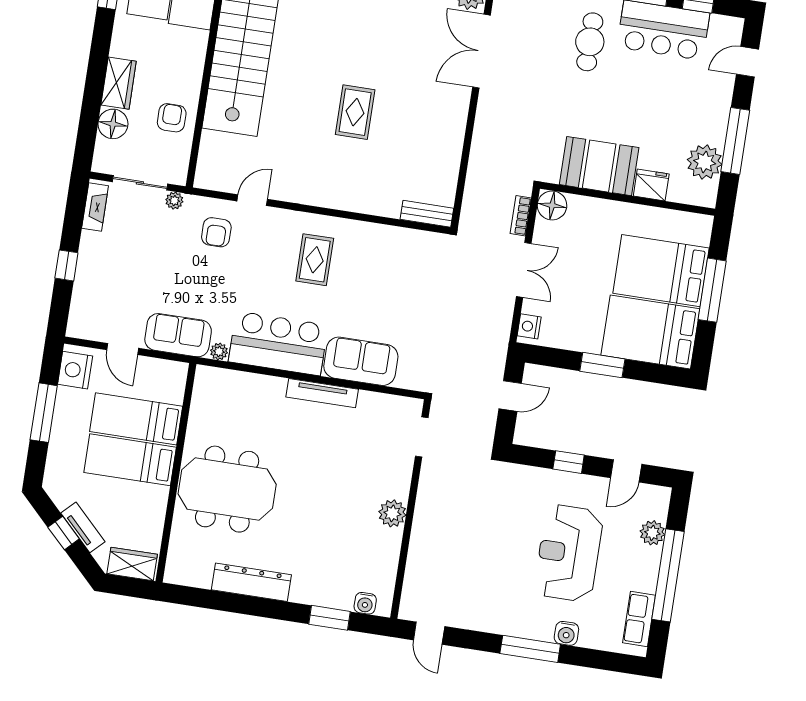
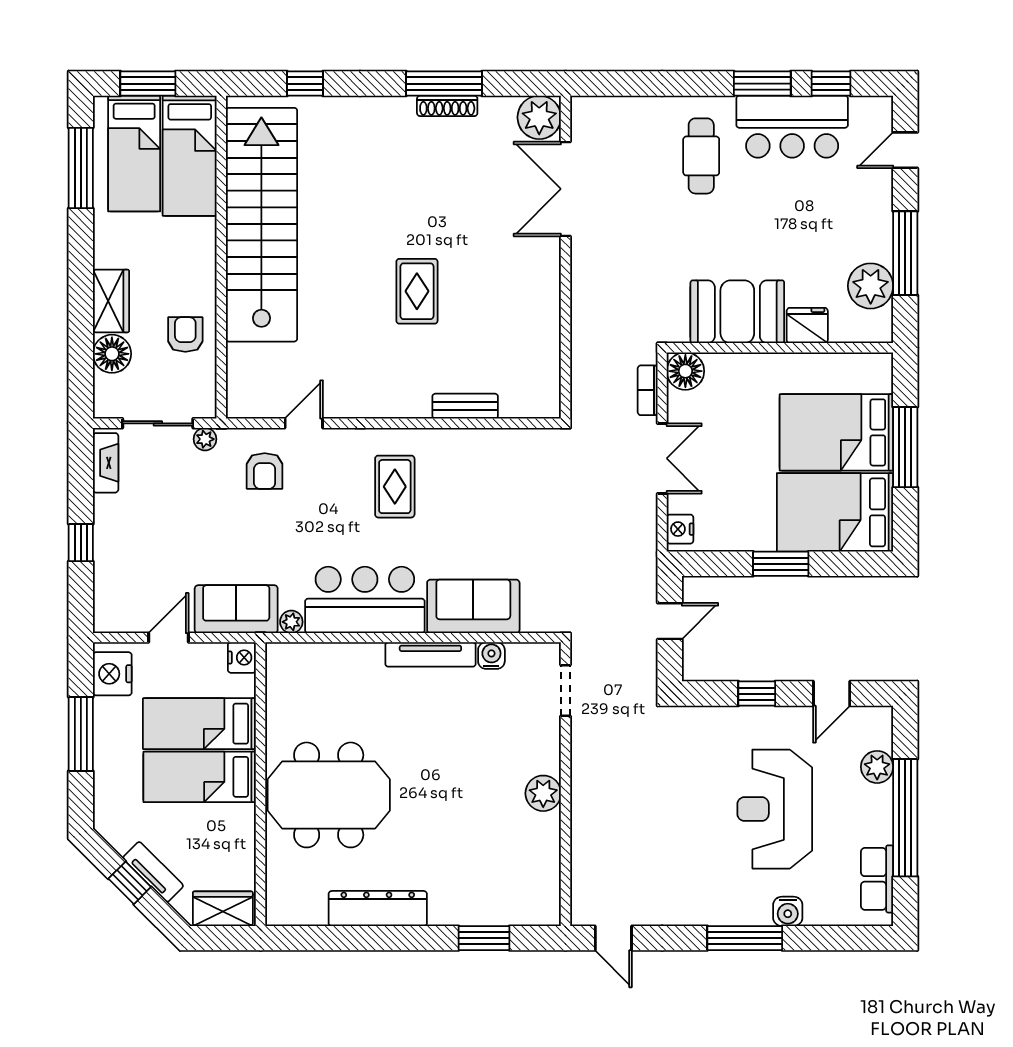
bench: (427, 214) -> (465, 406), moved
door: (123, 349) -> (168, 638), swing flipped
nightstand: (177, 373) -> (242, 658), added
water cooler: (365, 603) -> (491, 656), moved, turned 180

